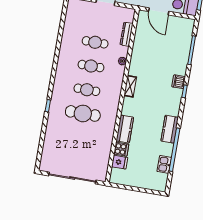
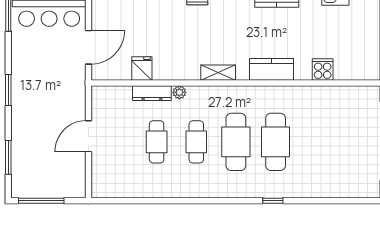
dresser: (127, 34) -> (152, 93), moved
cafe table: (87, 90) -> (236, 142), width x1.37, depth x1.35
kitchen counter: (125, 129) -> (271, 69), moved
fridge: (120, 162) -> (142, 68), moved

